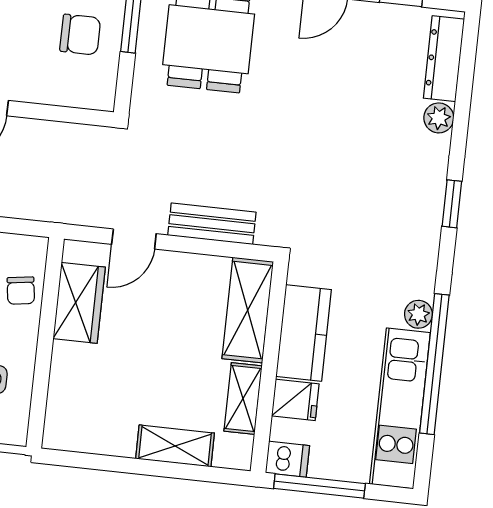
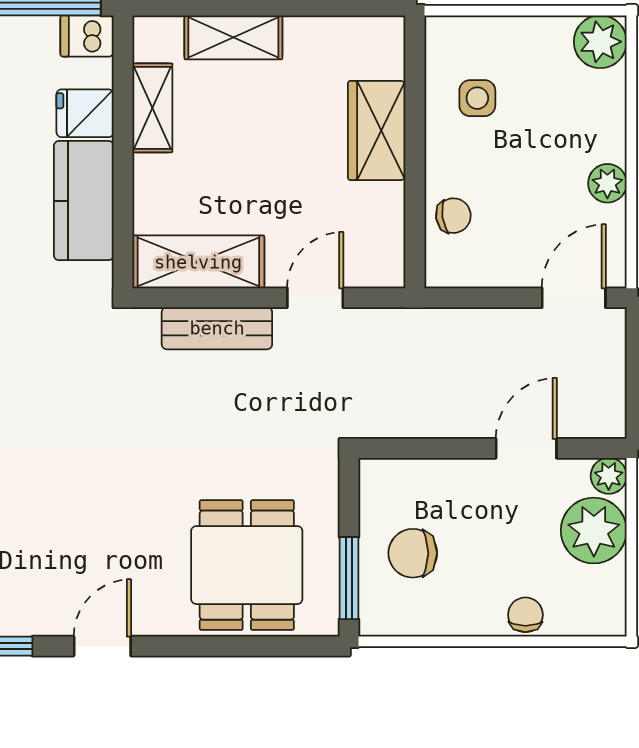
chair: (21, 291) -> (453, 216), turned 90
wardrobe: (79, 303) -> (377, 130), moved
shelving: (248, 310) -> (198, 262), moved, turned 90

